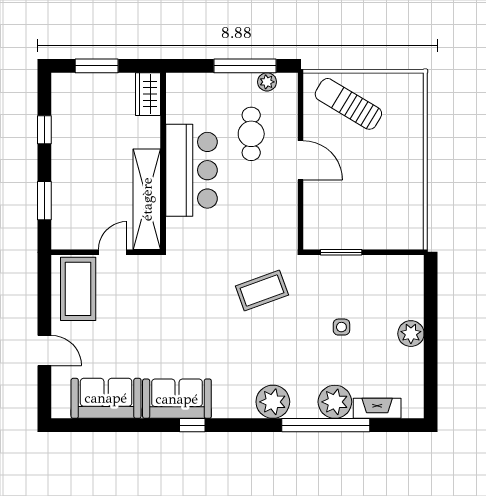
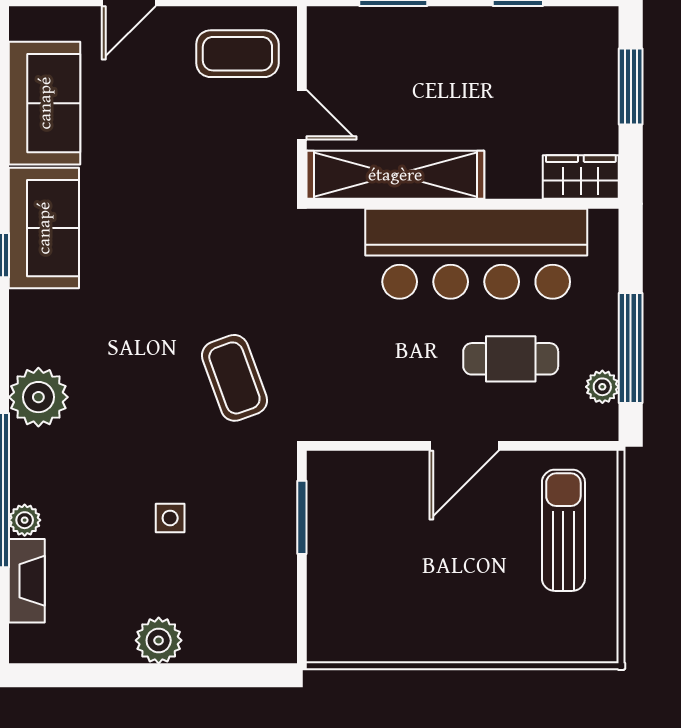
sun lounger: (348, 104) -> (563, 530), turned -31
bar counter: (192, 170) -> (476, 254), width x1.36
coffee table: (78, 289) -> (237, 54), width x0.73, depth x0.76
plant: (335, 402) -> (25, 520), width x0.53, depth x0.53

